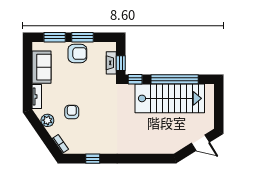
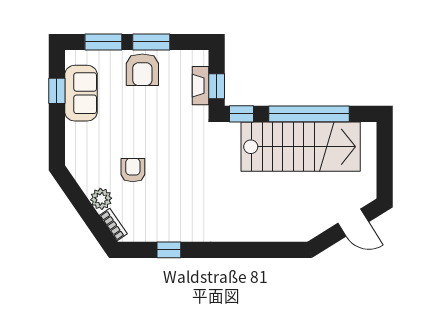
armchair: (77, 53) -> (142, 70), turned 90
window: (27, 66) -> (57, 91), added
tv unit: (37, 96) -> (73, 143), removed
plant: (47, 120) -> (101, 199), moved

